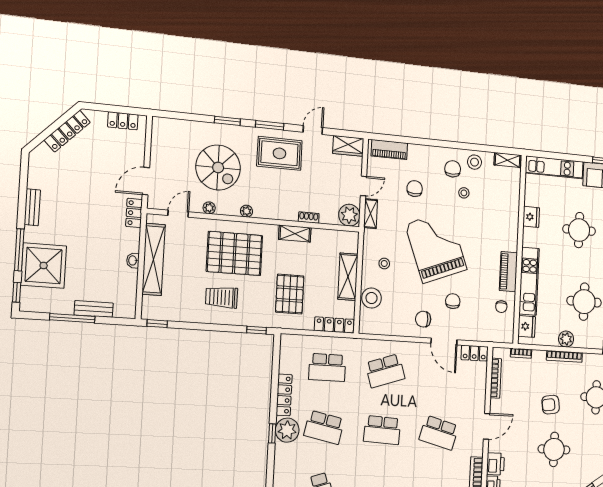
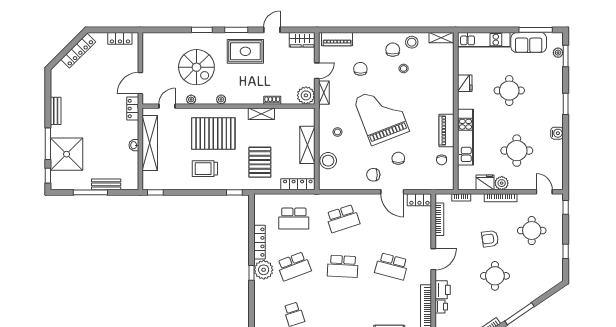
fridge: (527, 326) -> (485, 182), moved, turned -90
school desk: (324, 427) -> (294, 266), turned -33

